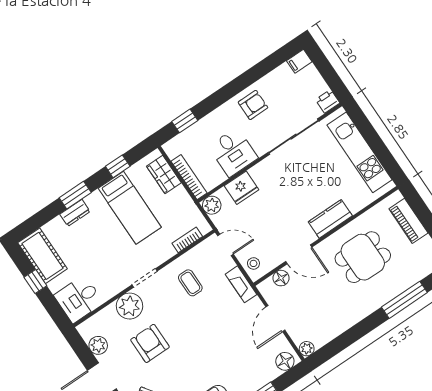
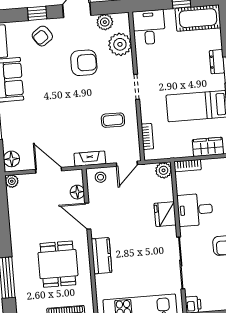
bookcase: (189, 177) -> (188, 166), width x0.64
fridge: (242, 188) -> (165, 214), moved
door: (299, 254) -> (88, 216), hinge flipped
plant: (129, 306) -> (120, 44), moved

